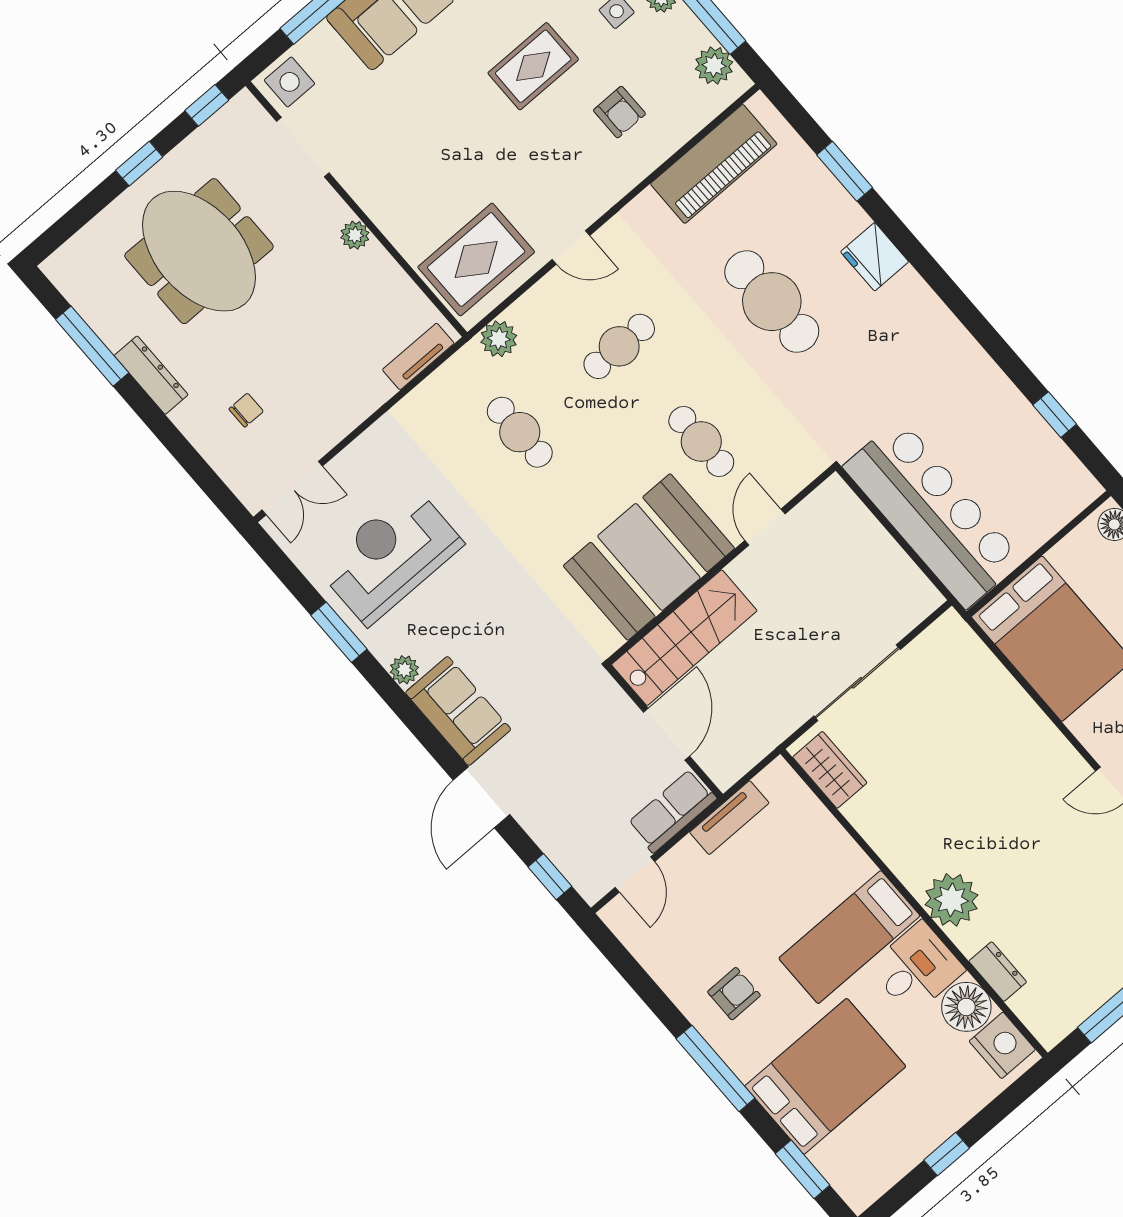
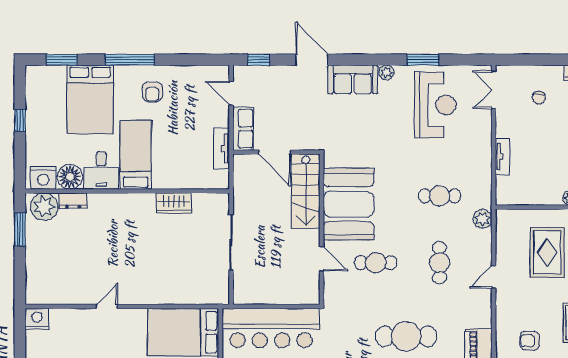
rug: (476, 259) -> (547, 252), moved
tv unit: (418, 356) -> (502, 157), moved
wardrobe: (830, 770) -> (174, 203), moved
plant: (951, 900) -> (44, 207), moved

